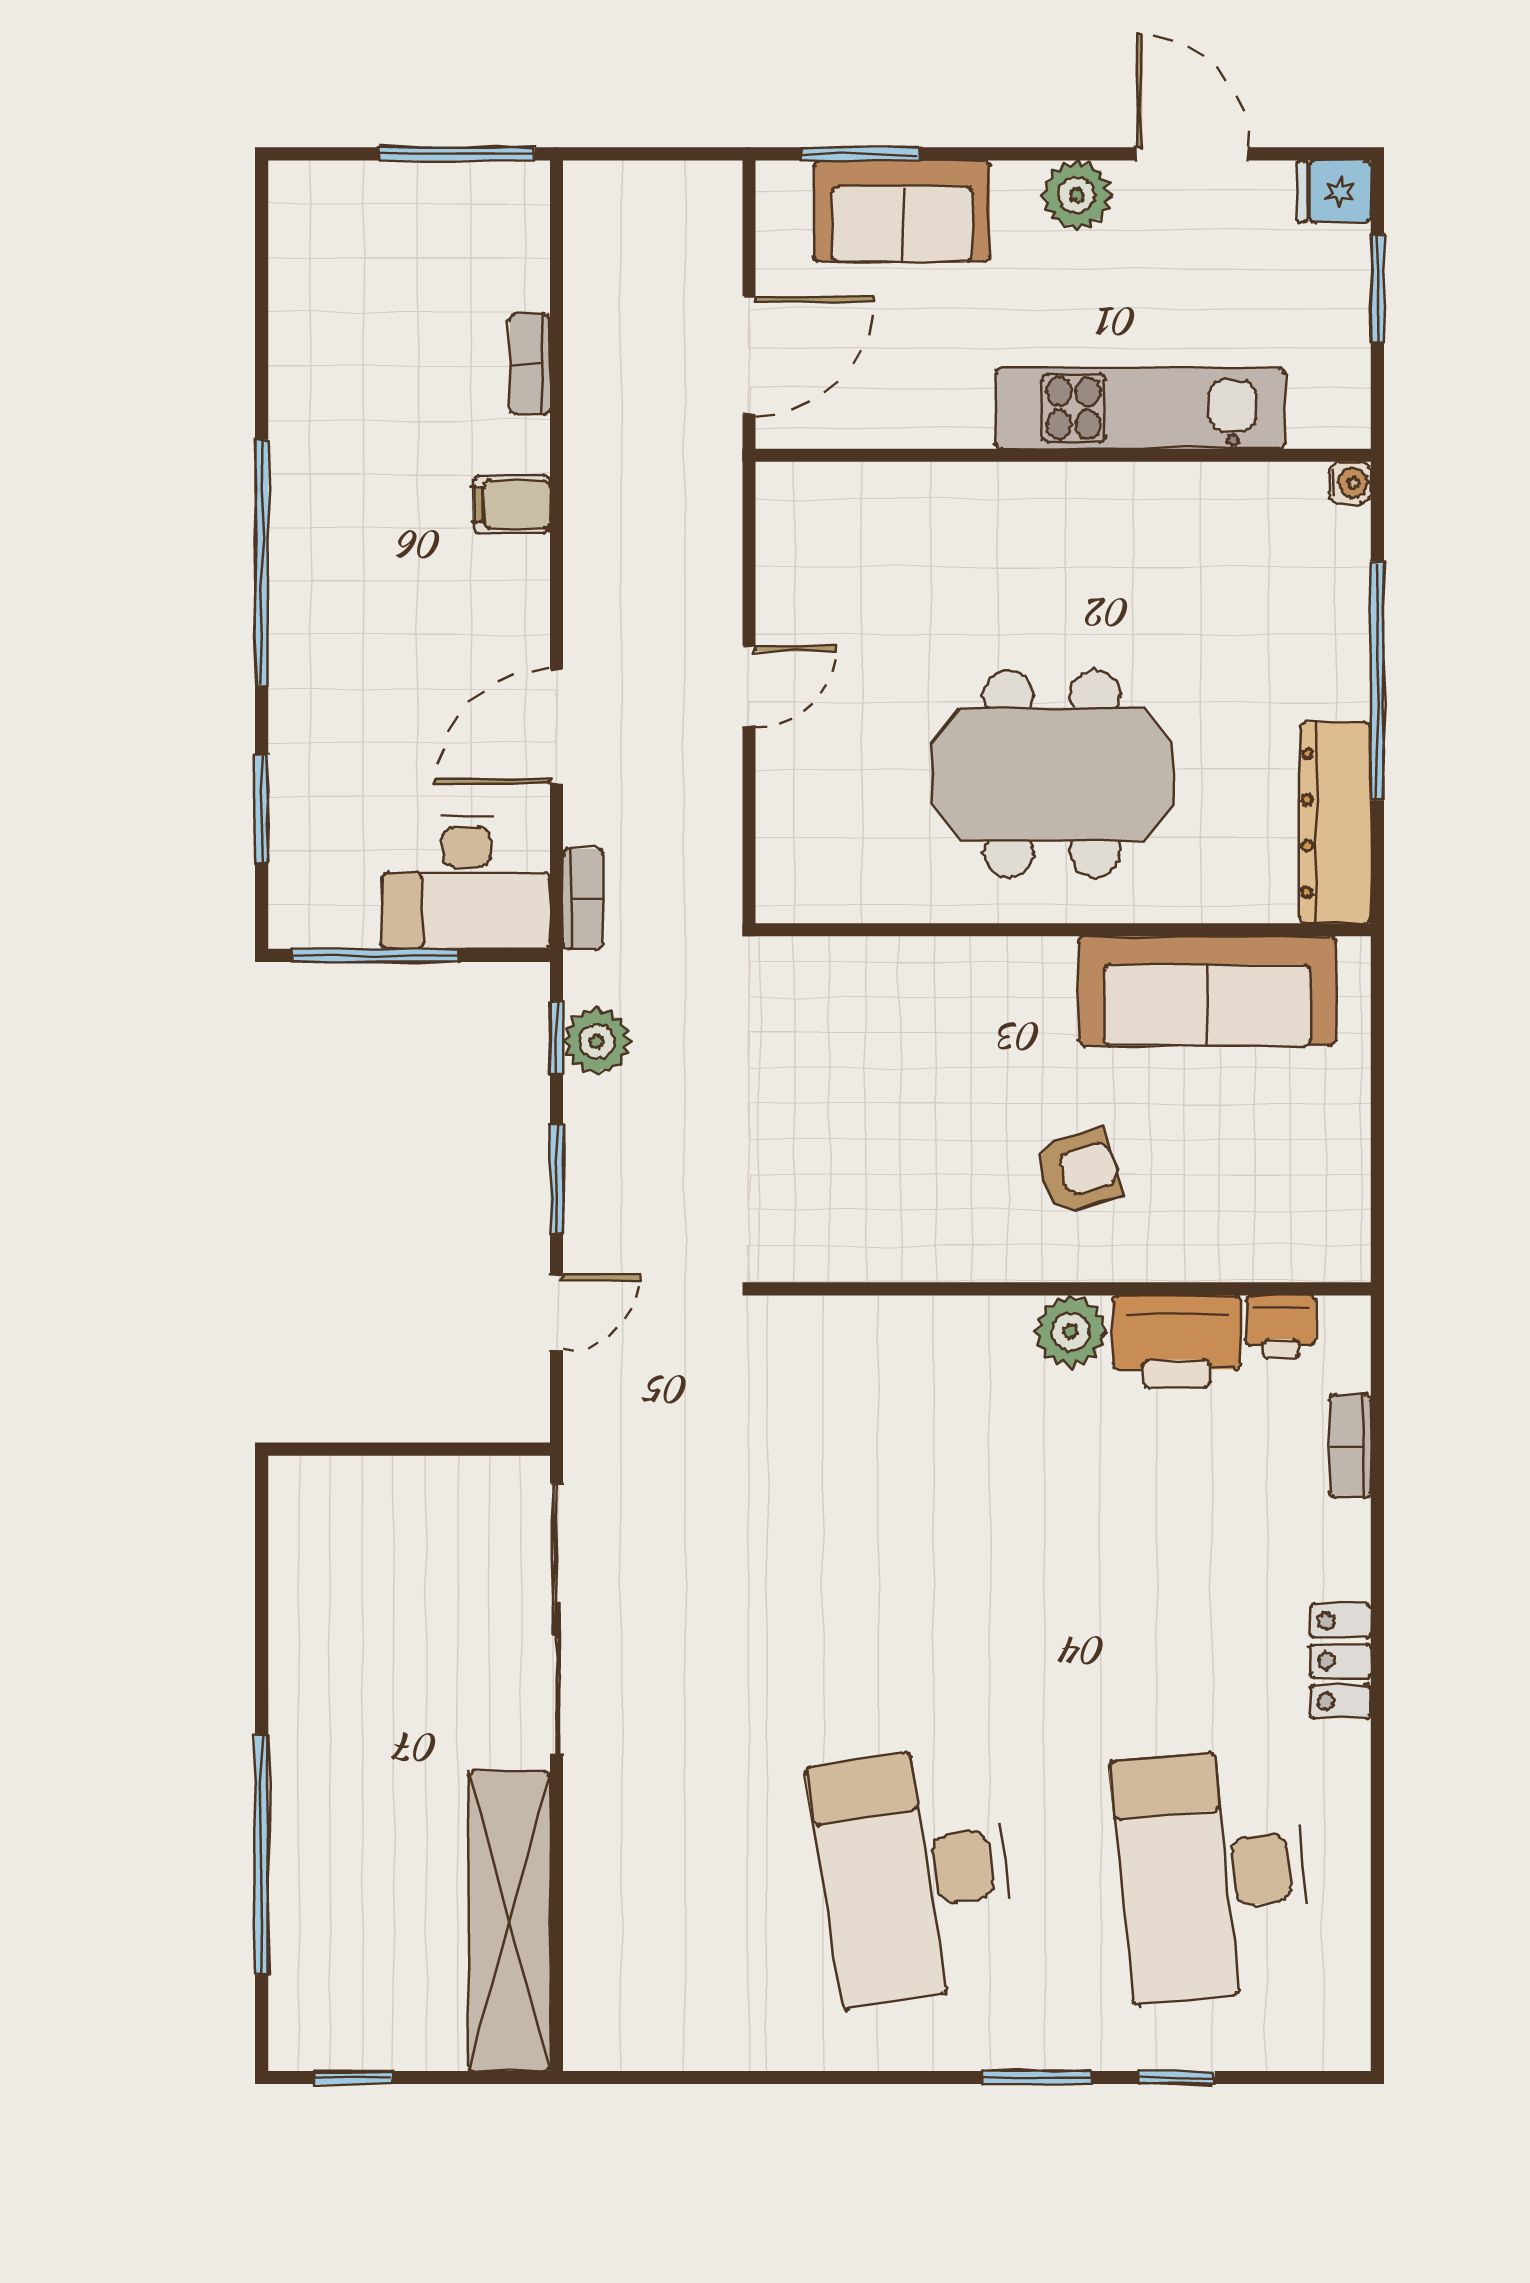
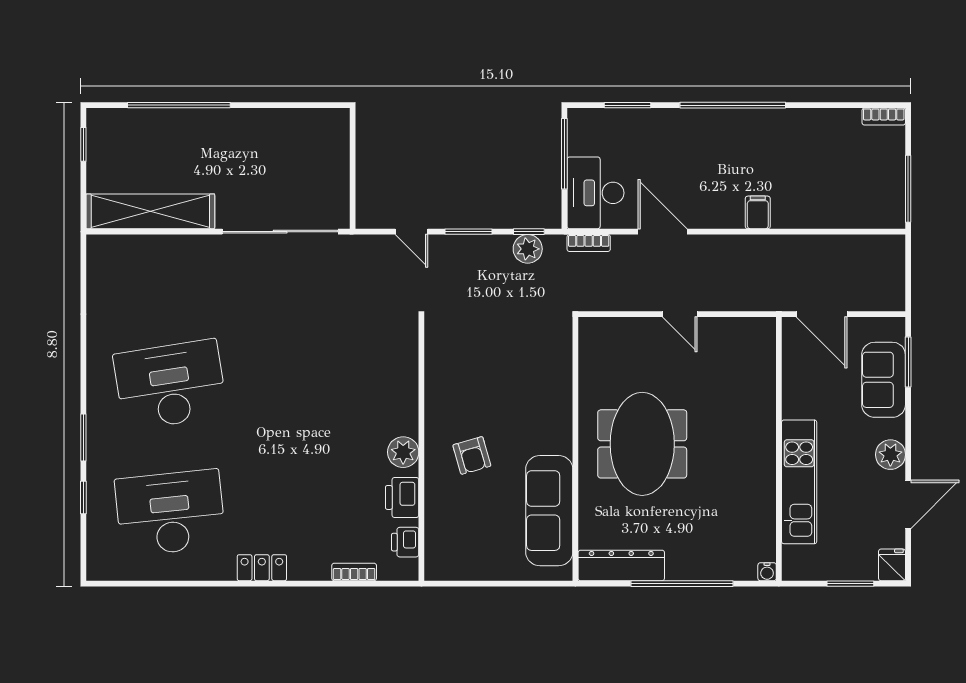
bookcase: (530, 364) -> (884, 117), moved, turned 180
printer: (1177, 1341) -> (402, 497), width x0.73, depth x0.84

